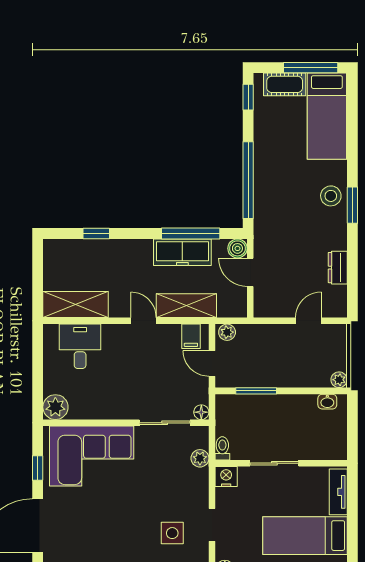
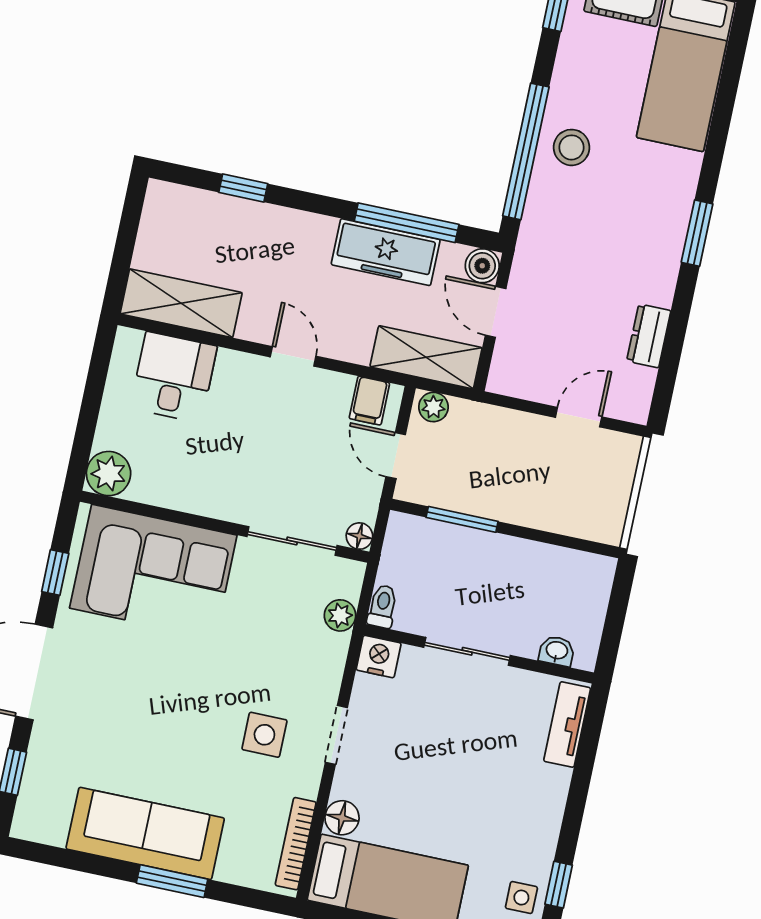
stool: (331, 196) -> (572, 147), moved
shelving: (186, 306) -> (426, 357), moved
plant: (339, 380) -> (610, 531), removed
washbasin: (327, 402) -> (557, 651), moved, turned 180
bed: (305, 536) -> (493, 788), removed

